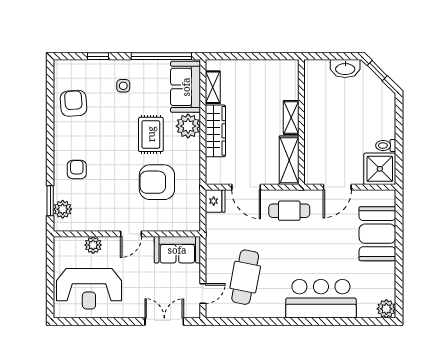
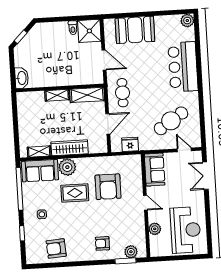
washbasin: (345, 69) -> (22, 78), moved
fridge: (215, 201) -> (130, 144), moved
cafe table: (245, 277) -> (171, 121), turned -44

